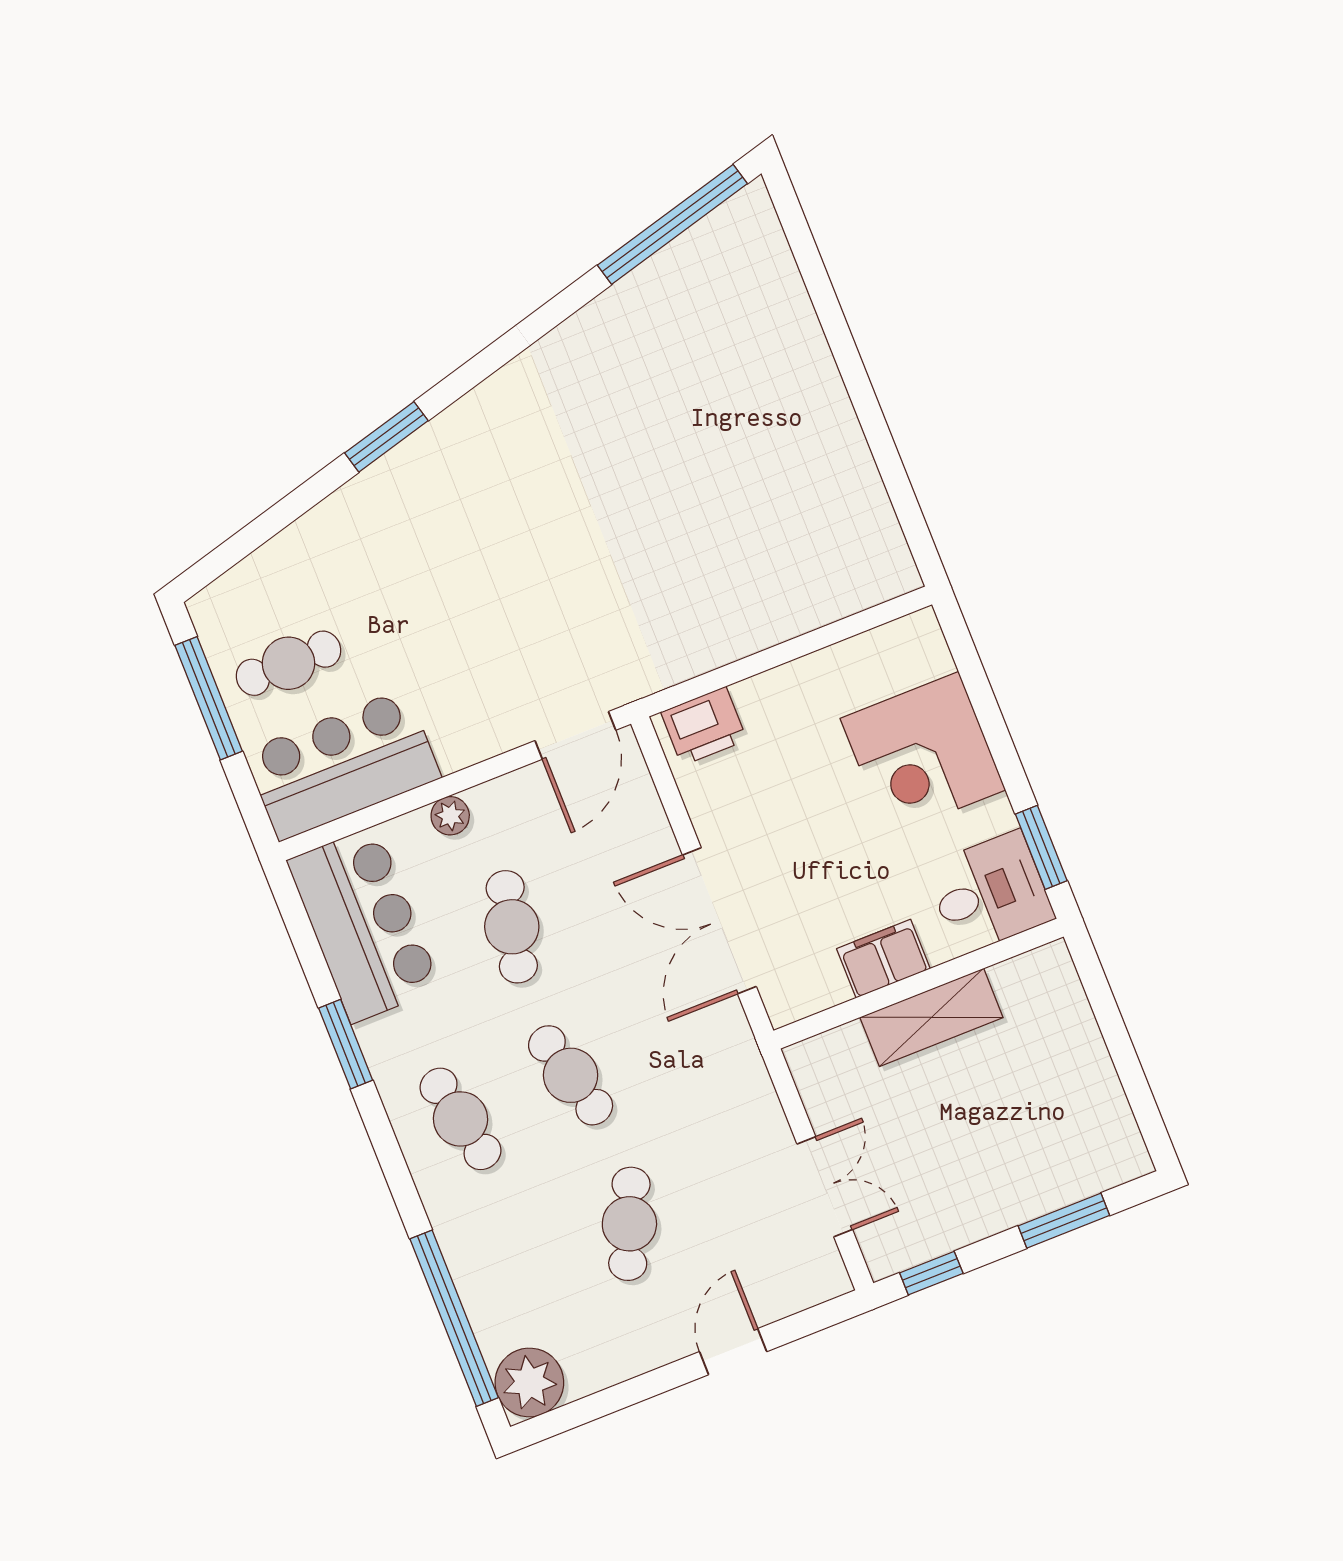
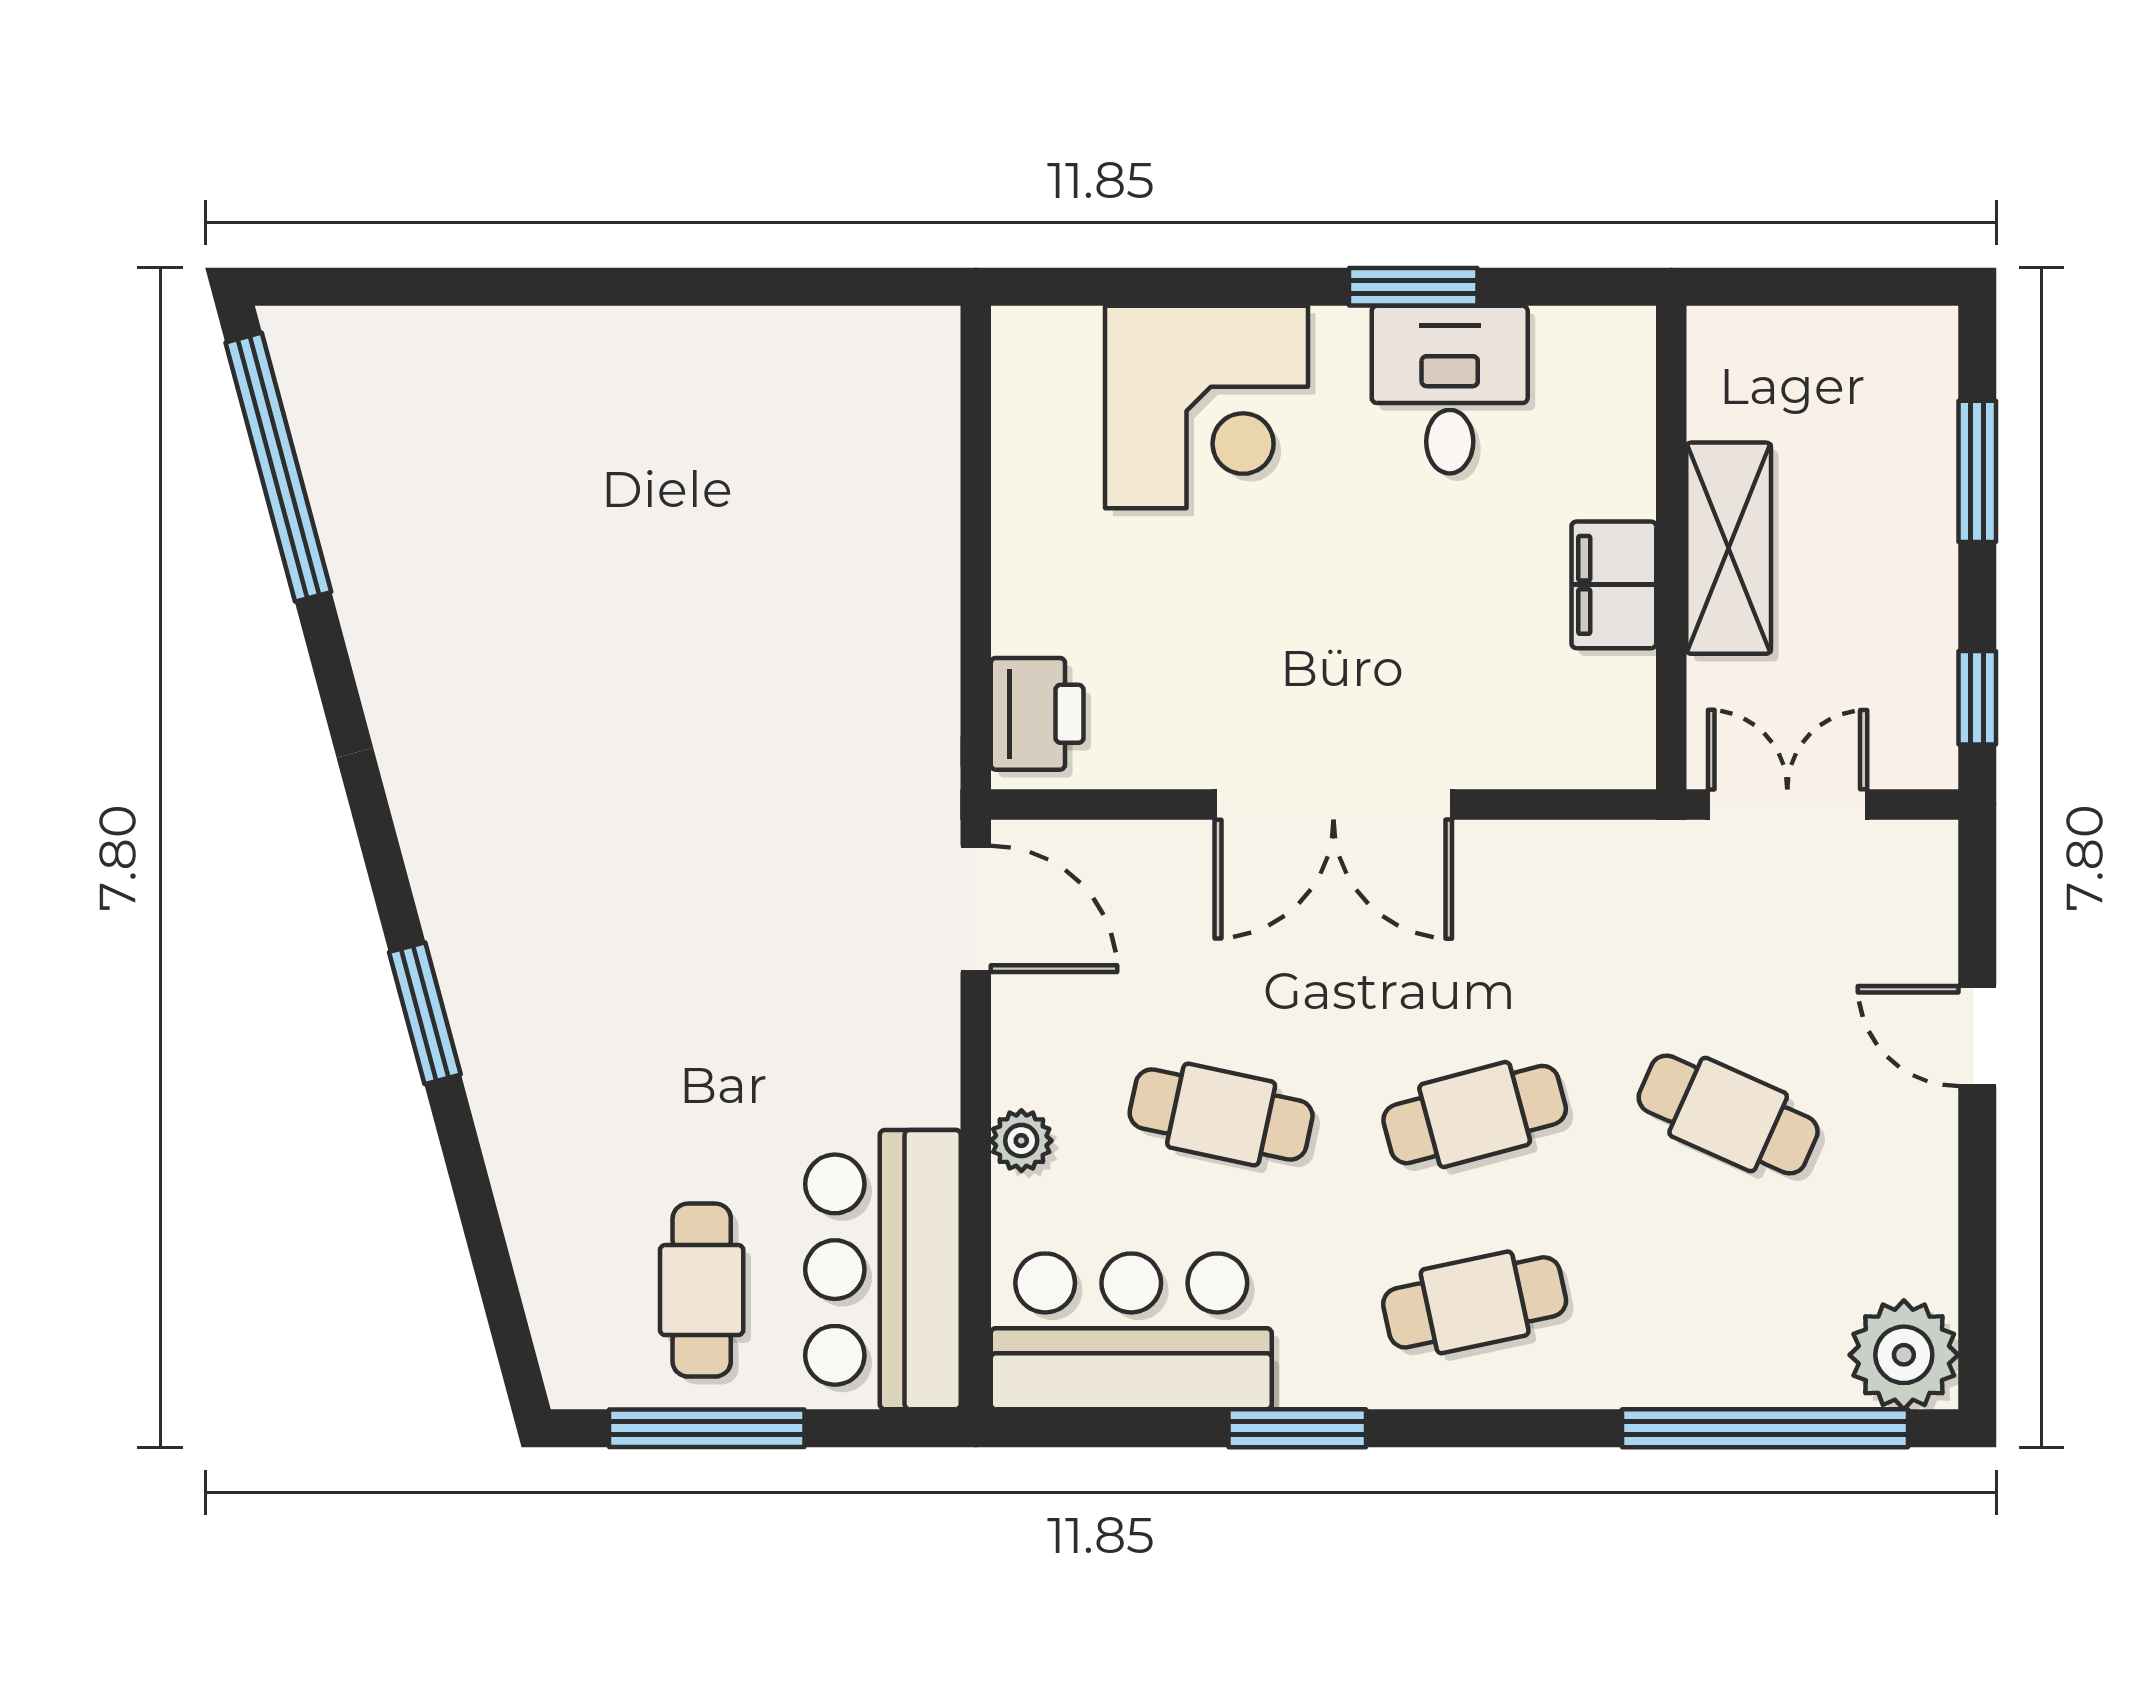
filing cabinet: (883, 959) -> (1614, 585), moved
wall: (918, 984) -> (1671, 548), moved
shelving: (931, 1017) -> (1729, 548), moved

